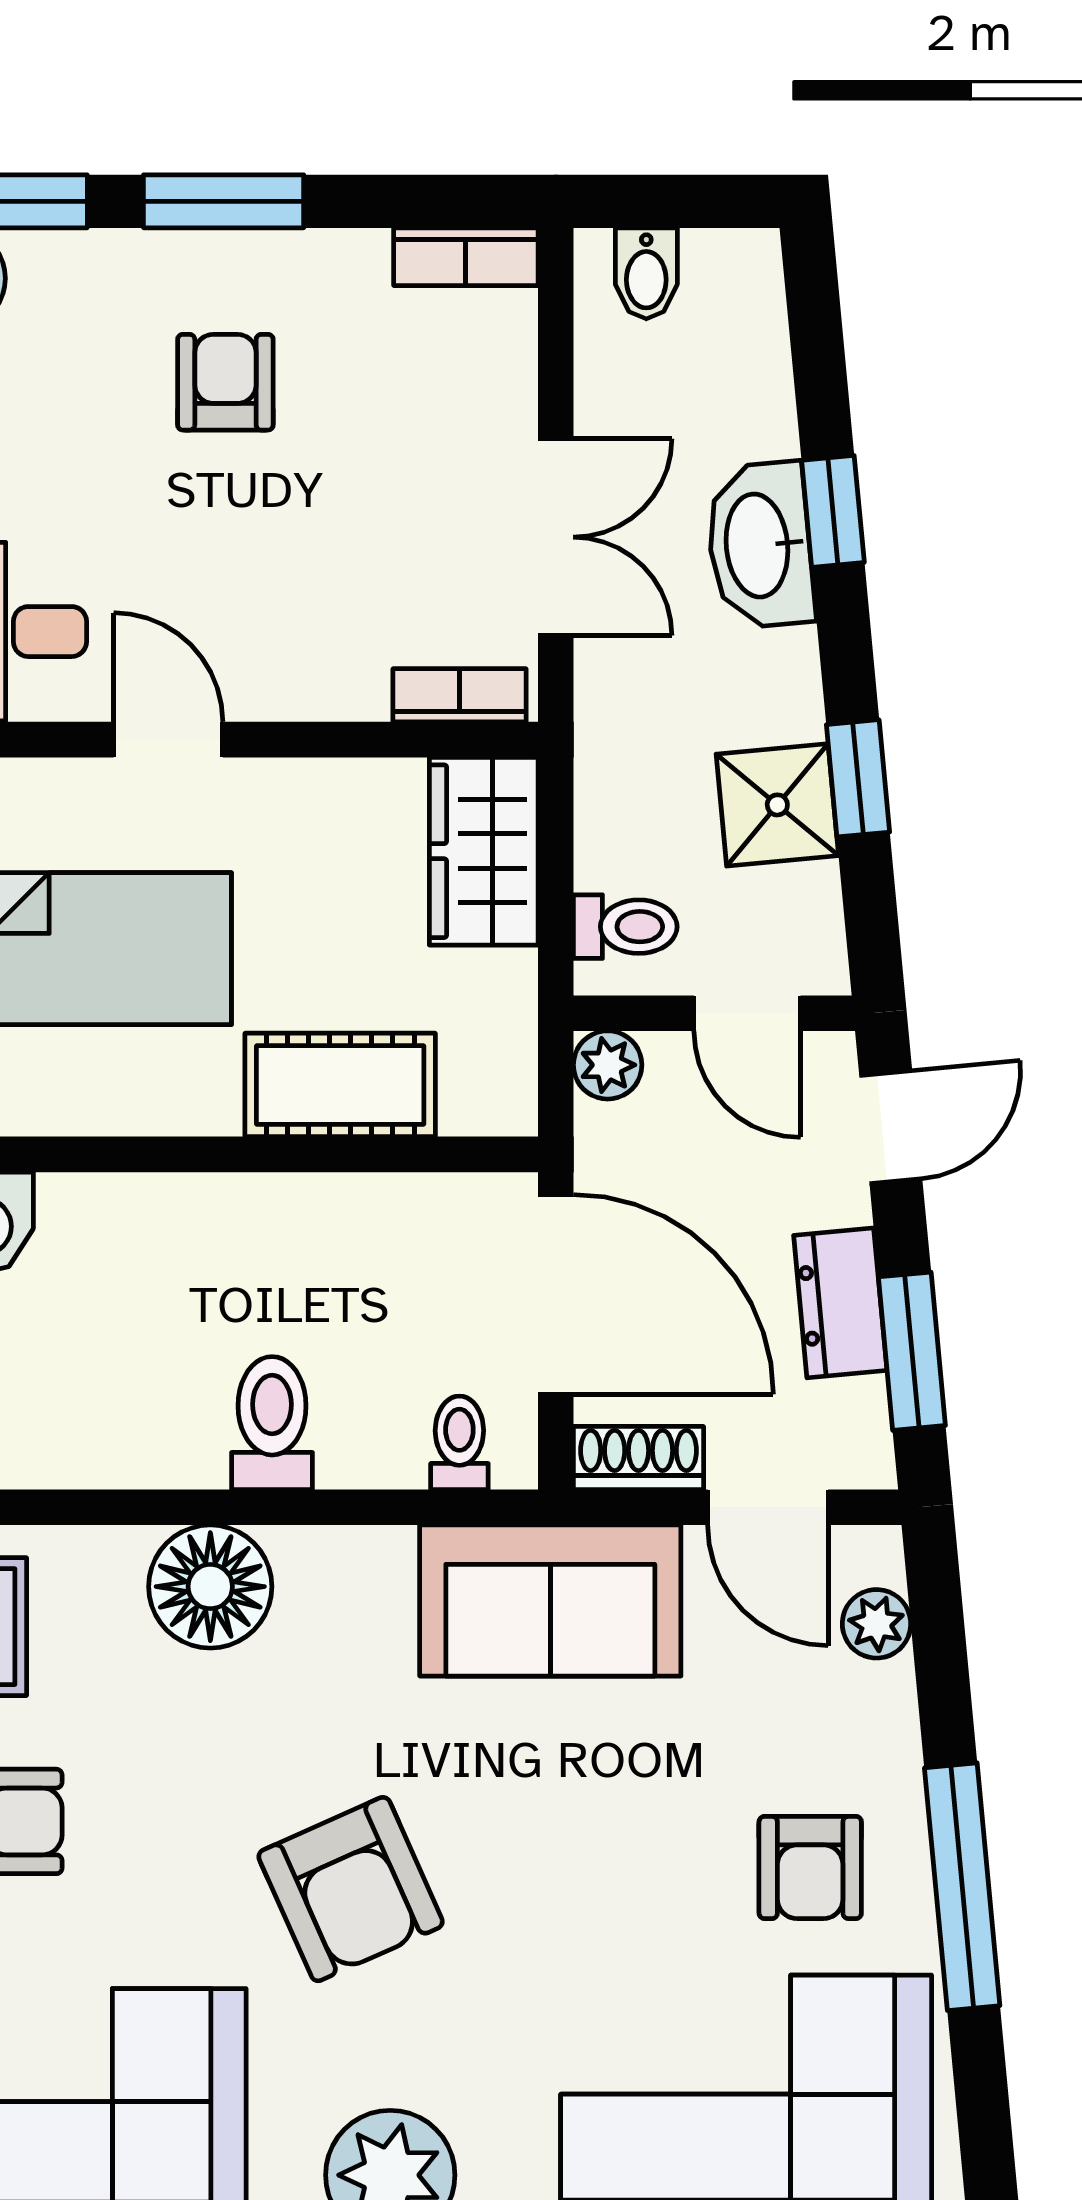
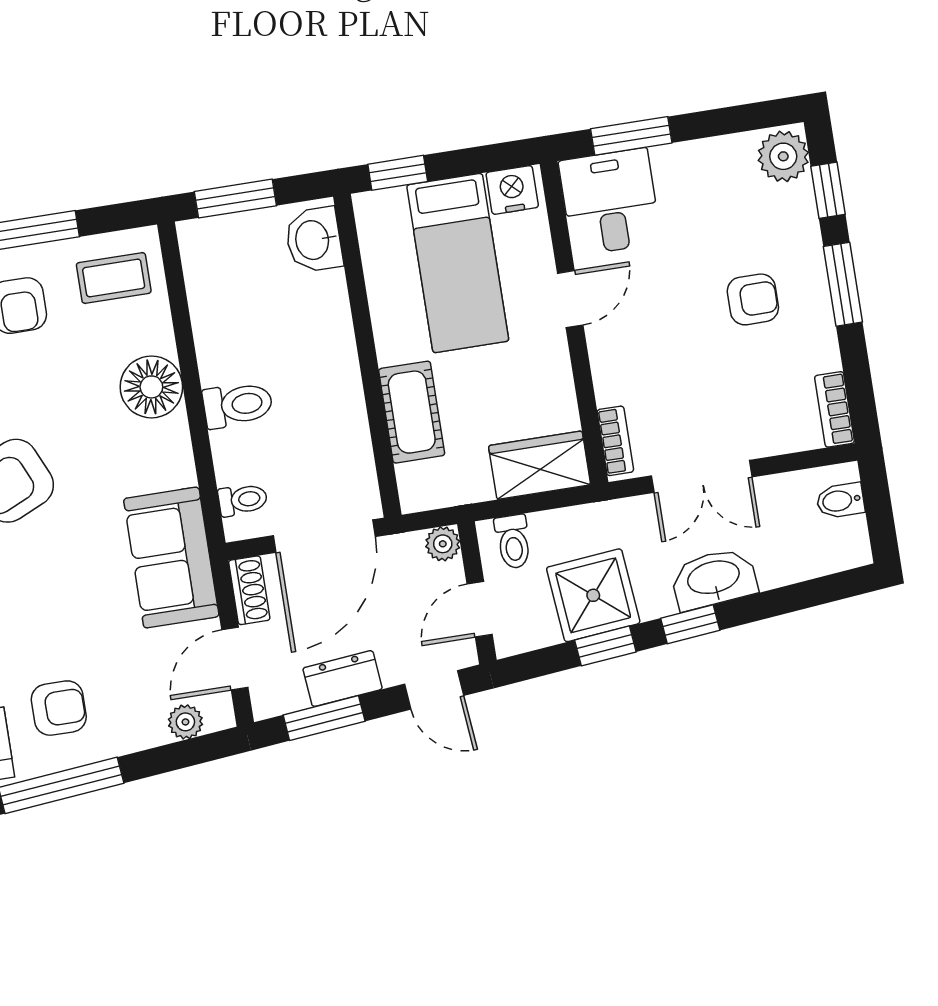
window: (833, 511) -> (690, 624), moved
shower: (777, 805) -> (593, 595), width x1.36, depth x1.36
armchair: (810, 1867) -> (59, 708), turned 180

